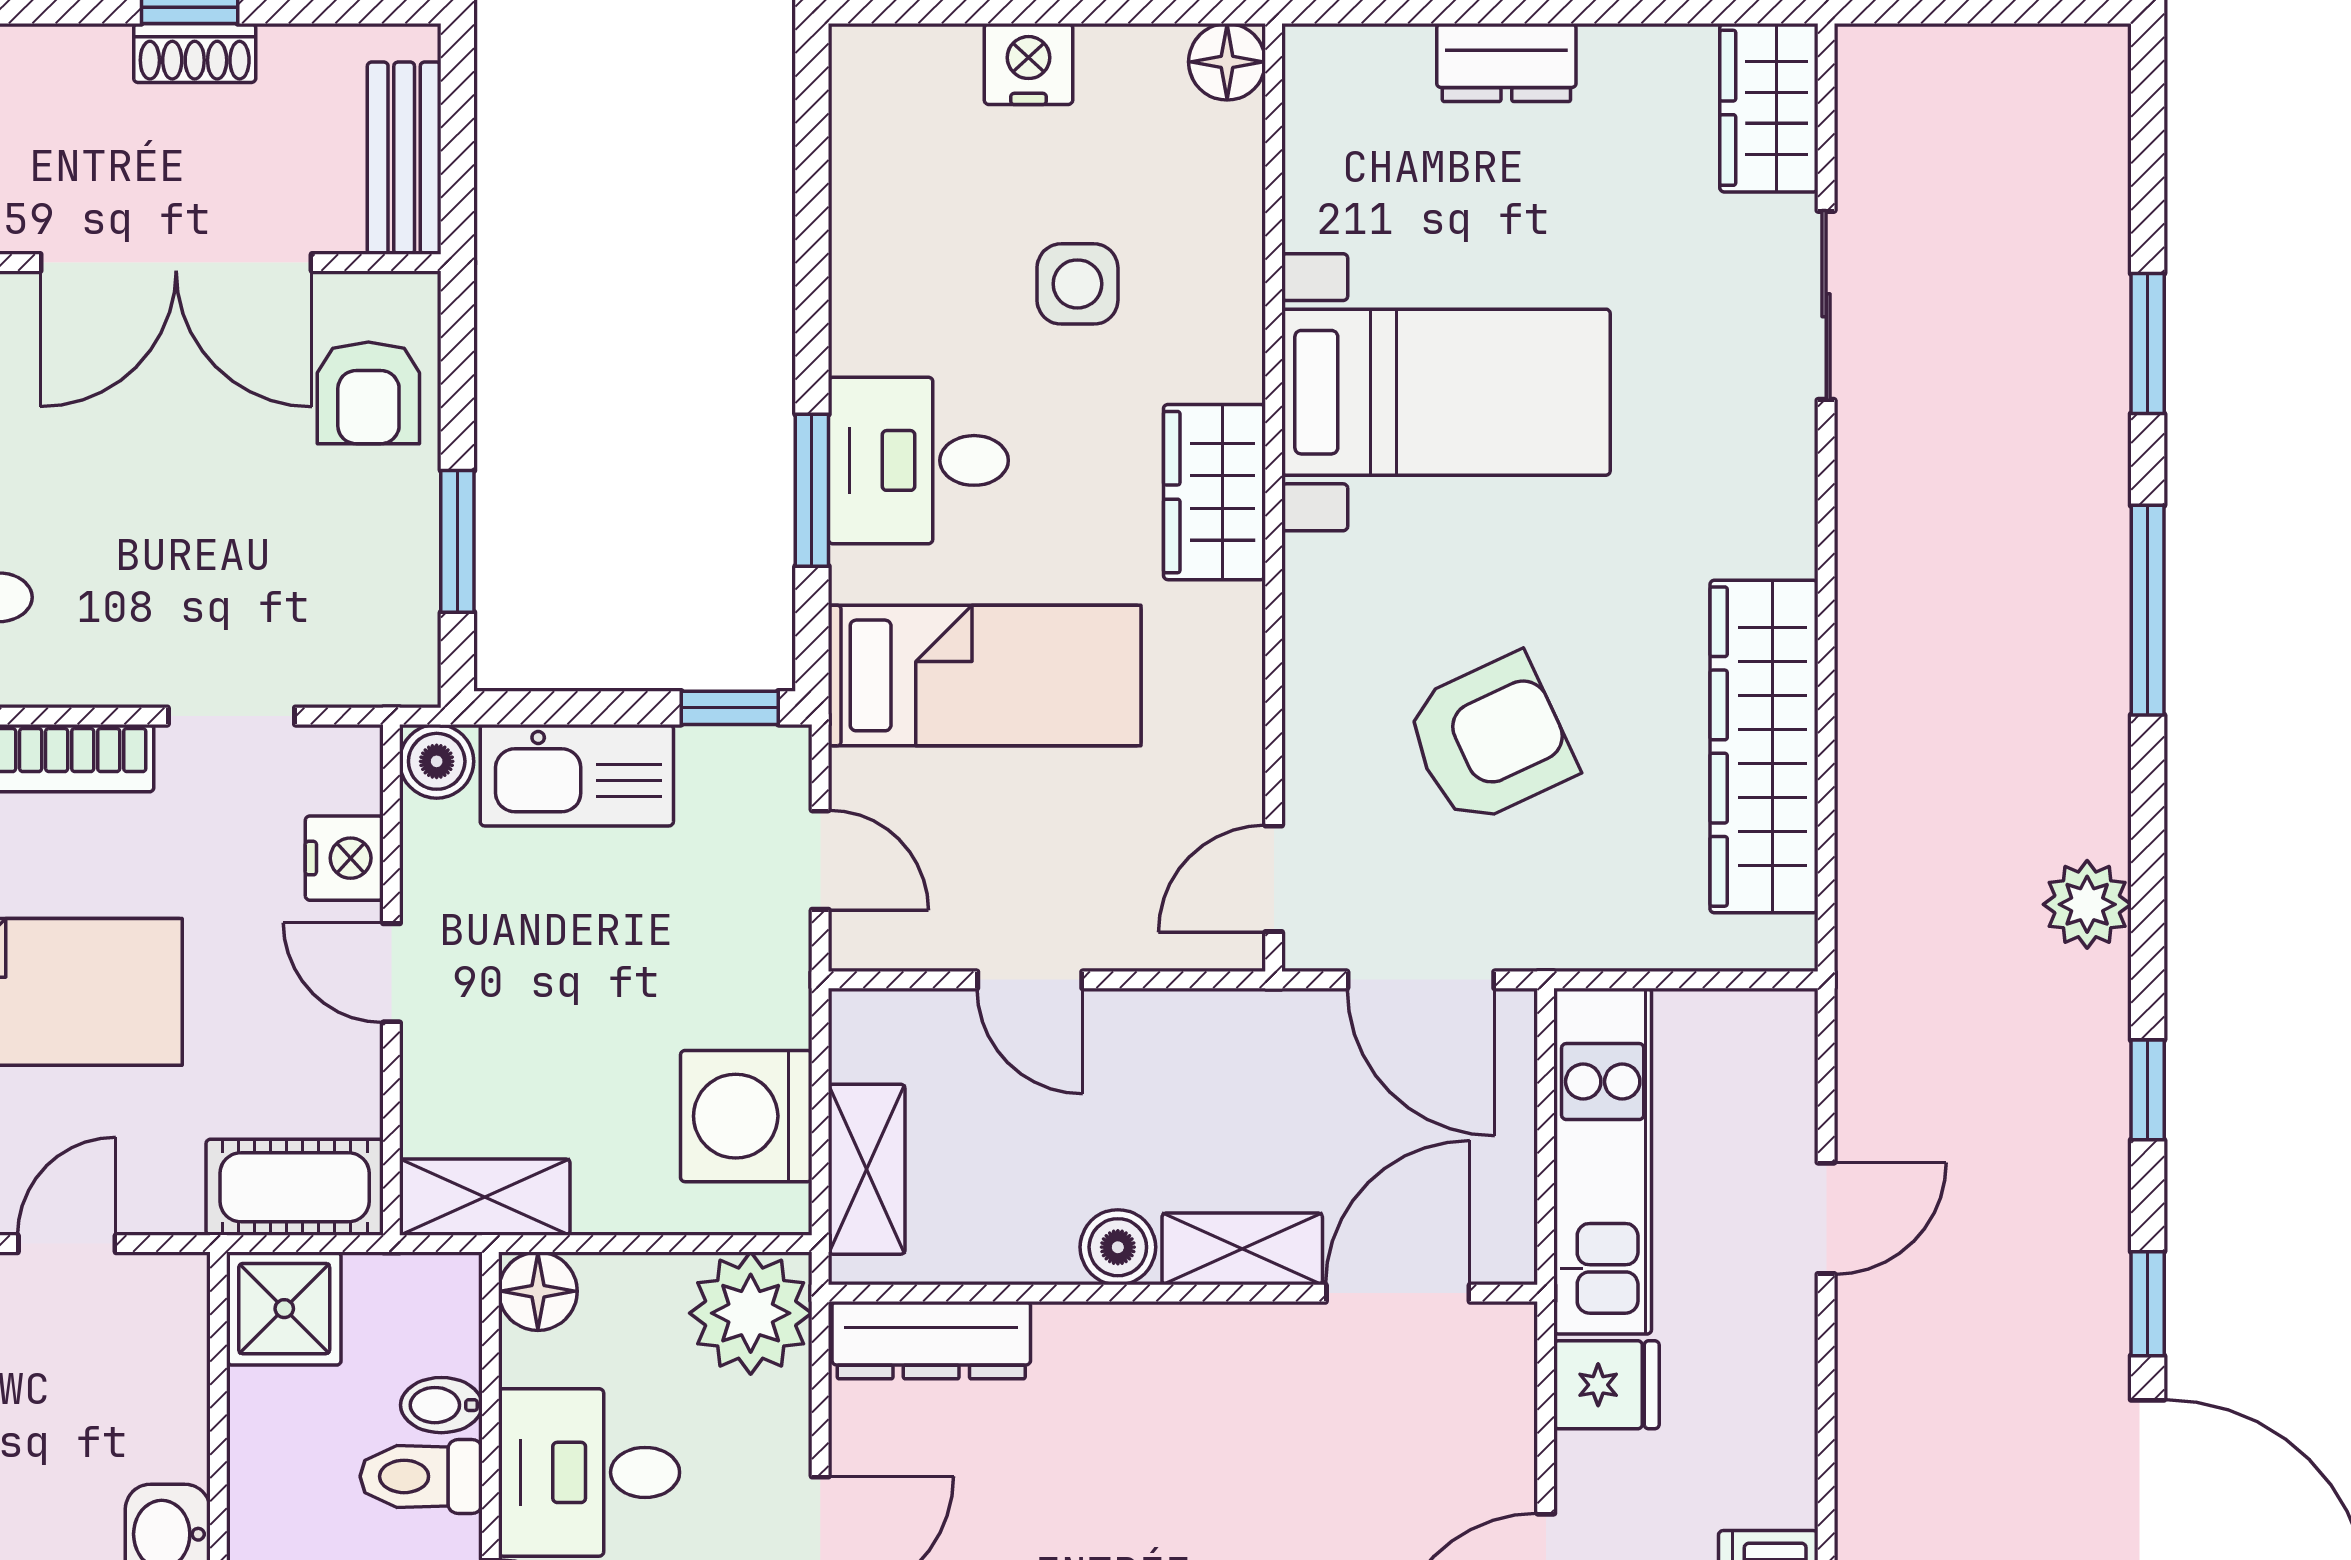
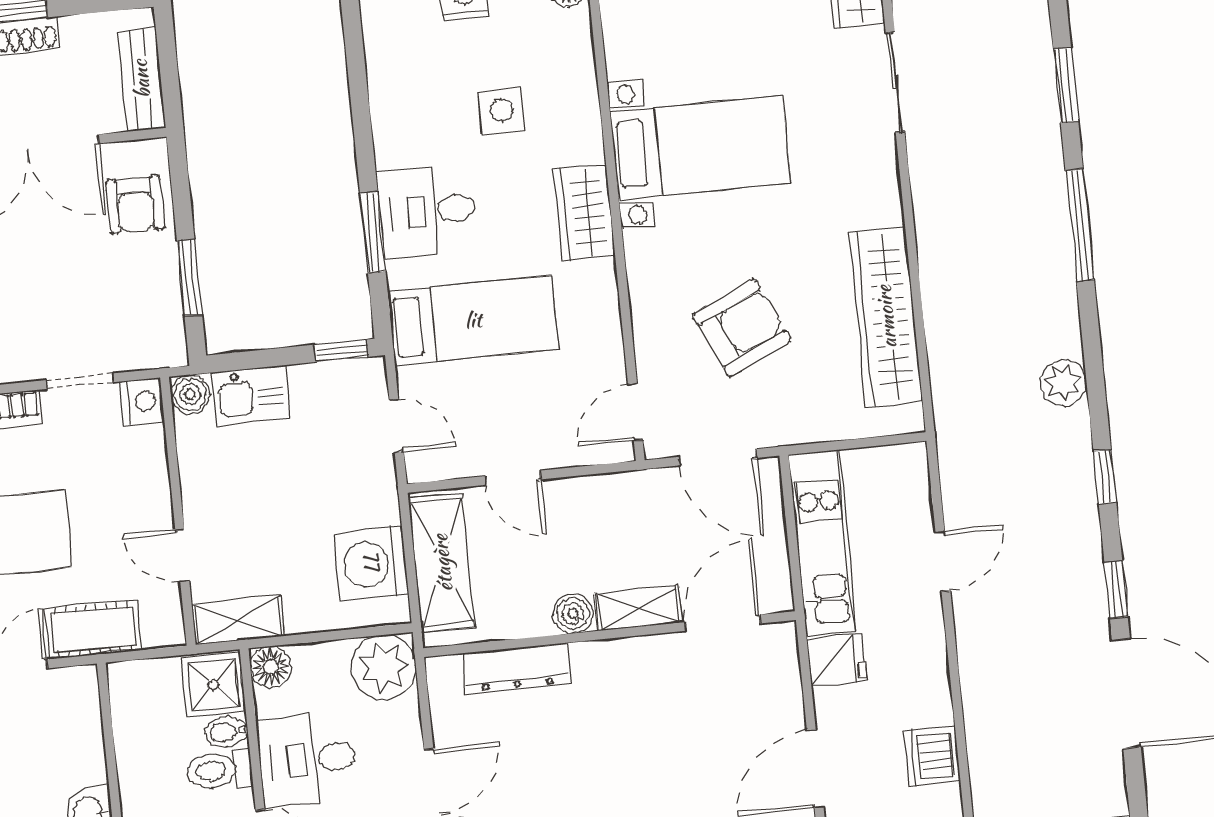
kitchen sink: (577, 775) -> (251, 395), width x0.73
nightstand: (344, 858) -> (142, 402), moved
door: (391, 973) -> (182, 555), moved
shelving: (867, 1169) -> (442, 563), width x1.50, depth x1.33
cot: (295, 1187) -> (93, 630), moved
shower: (284, 1309) -> (213, 685), moved
dresser: (931, 1340) -> (516, 668), moved

